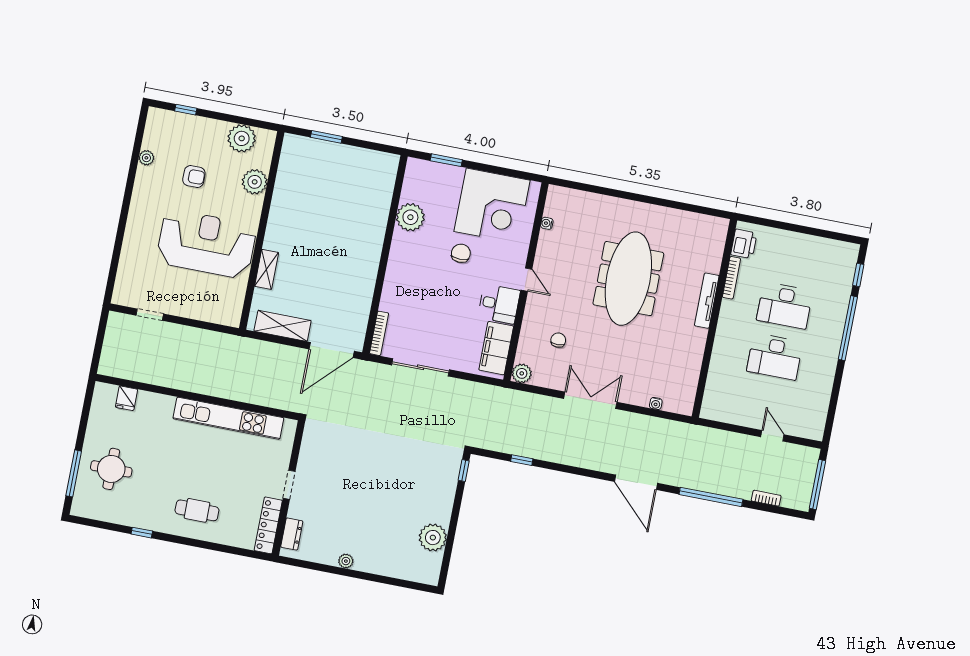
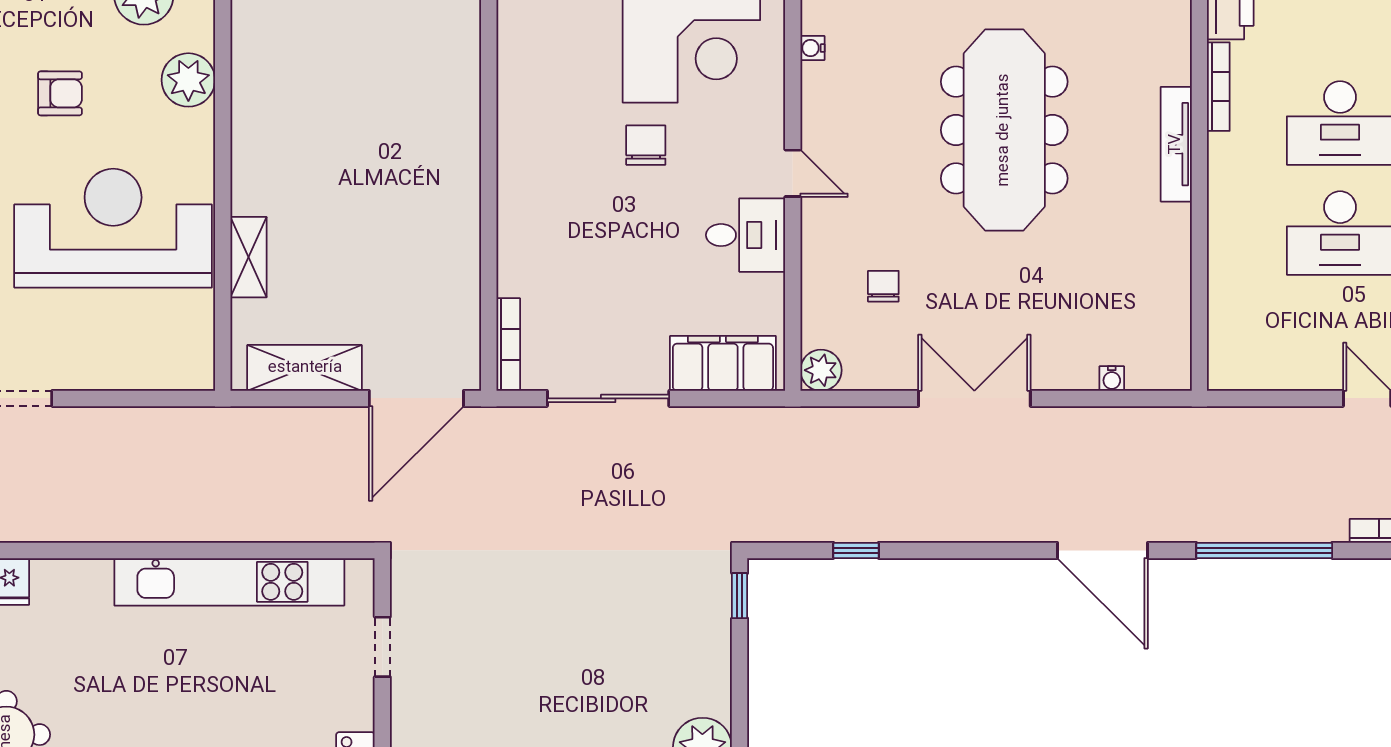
plant: (410, 217) -> (526, 90), removed
filing cabinet: (496, 348) -> (723, 363), moved, turned 90
doorway: (289, 485) -> (382, 647), moved

